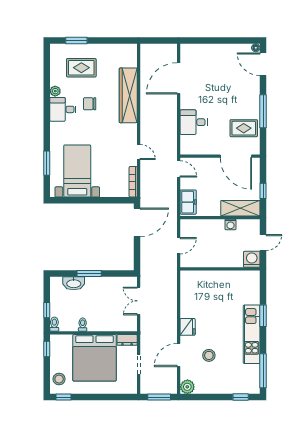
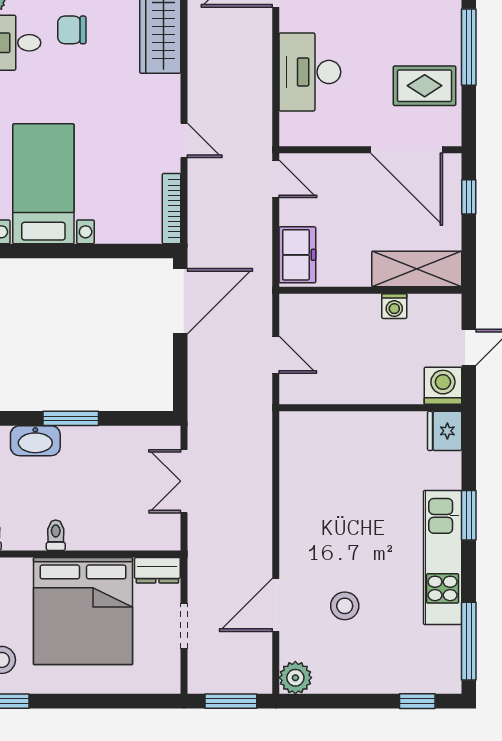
desk: (194, 122) -> (310, 72), width x1.37
window: (263, 191) -> (469, 197), moved
door: (179, 246) -> (276, 355), hinge flipped
fridge: (188, 327) -> (445, 431), moved, turned 180

